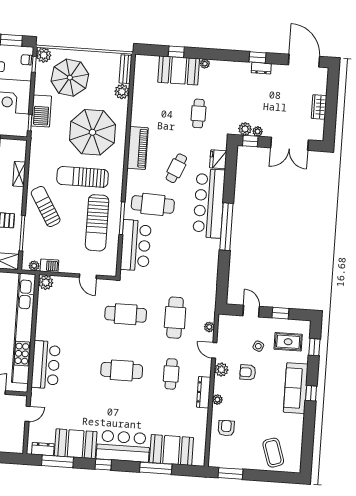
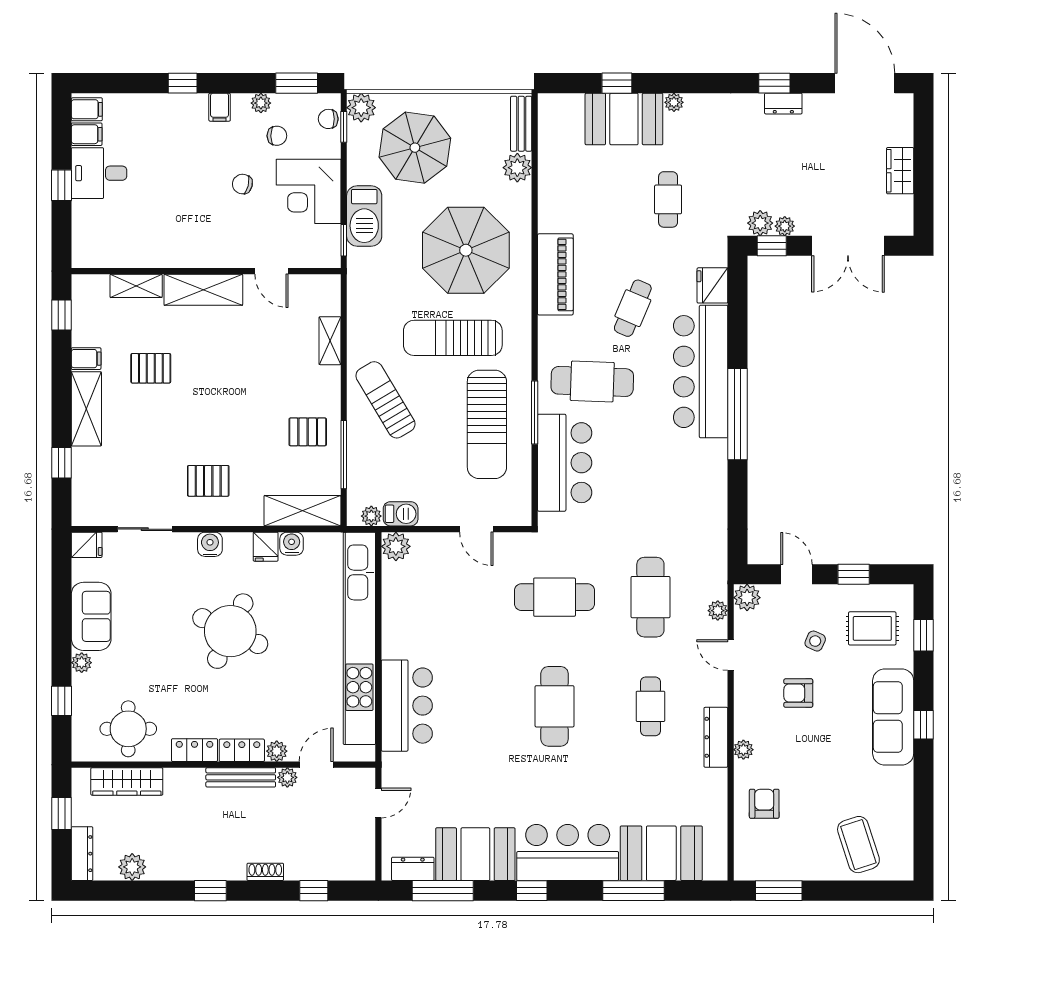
cafe table: (122, 370) -> (555, 706), turned 90
plant: (221, 370) -> (747, 598), moved

